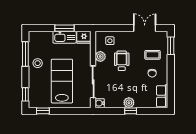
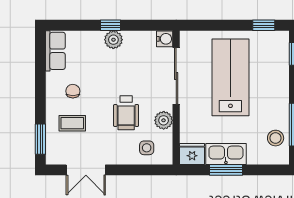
stool: (38, 63) -> (276, 138), moved
lab bench: (62, 81) -> (230, 77), turned 180

